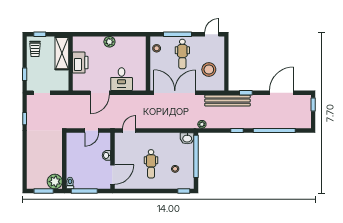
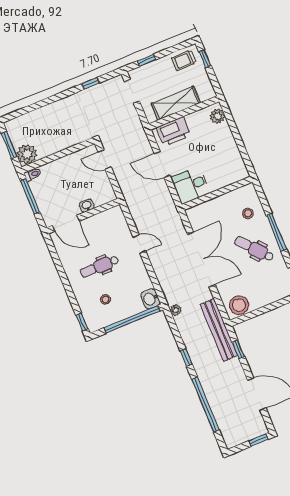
plant: (109, 42) -> (218, 116), moved
shelving: (62, 53) -> (176, 103), moved
dental chair: (182, 54) -> (254, 249), turned 49
printer: (80, 63) -> (173, 132), moved
wall: (148, 64) -> (217, 193), moved
stool: (209, 70) -> (239, 305), moved
door: (92, 130) -> (105, 160), moved
door: (129, 130) -> (139, 244), moved

